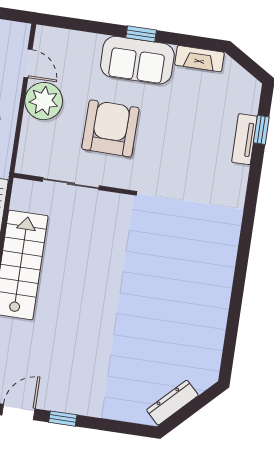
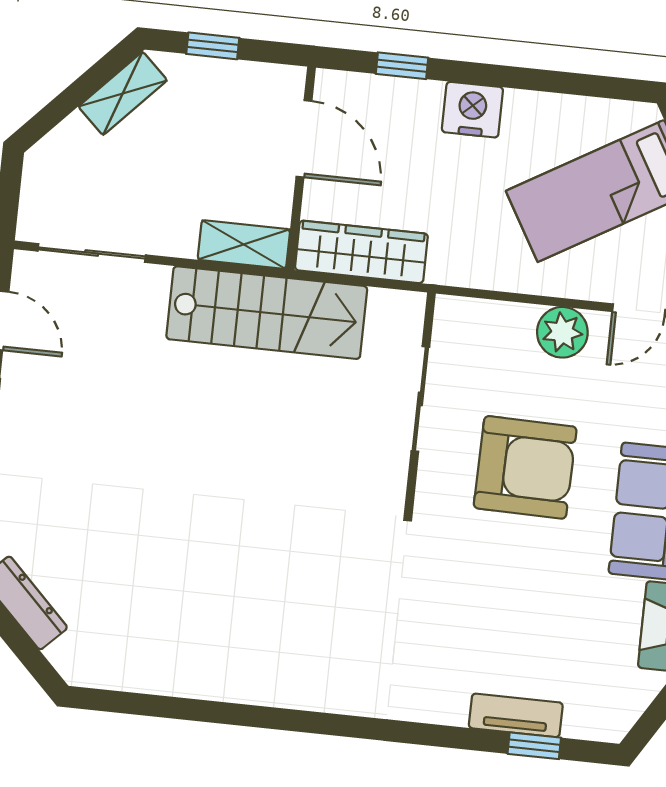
plant: (44, 101) -> (562, 332), width x0.73, depth x0.73

